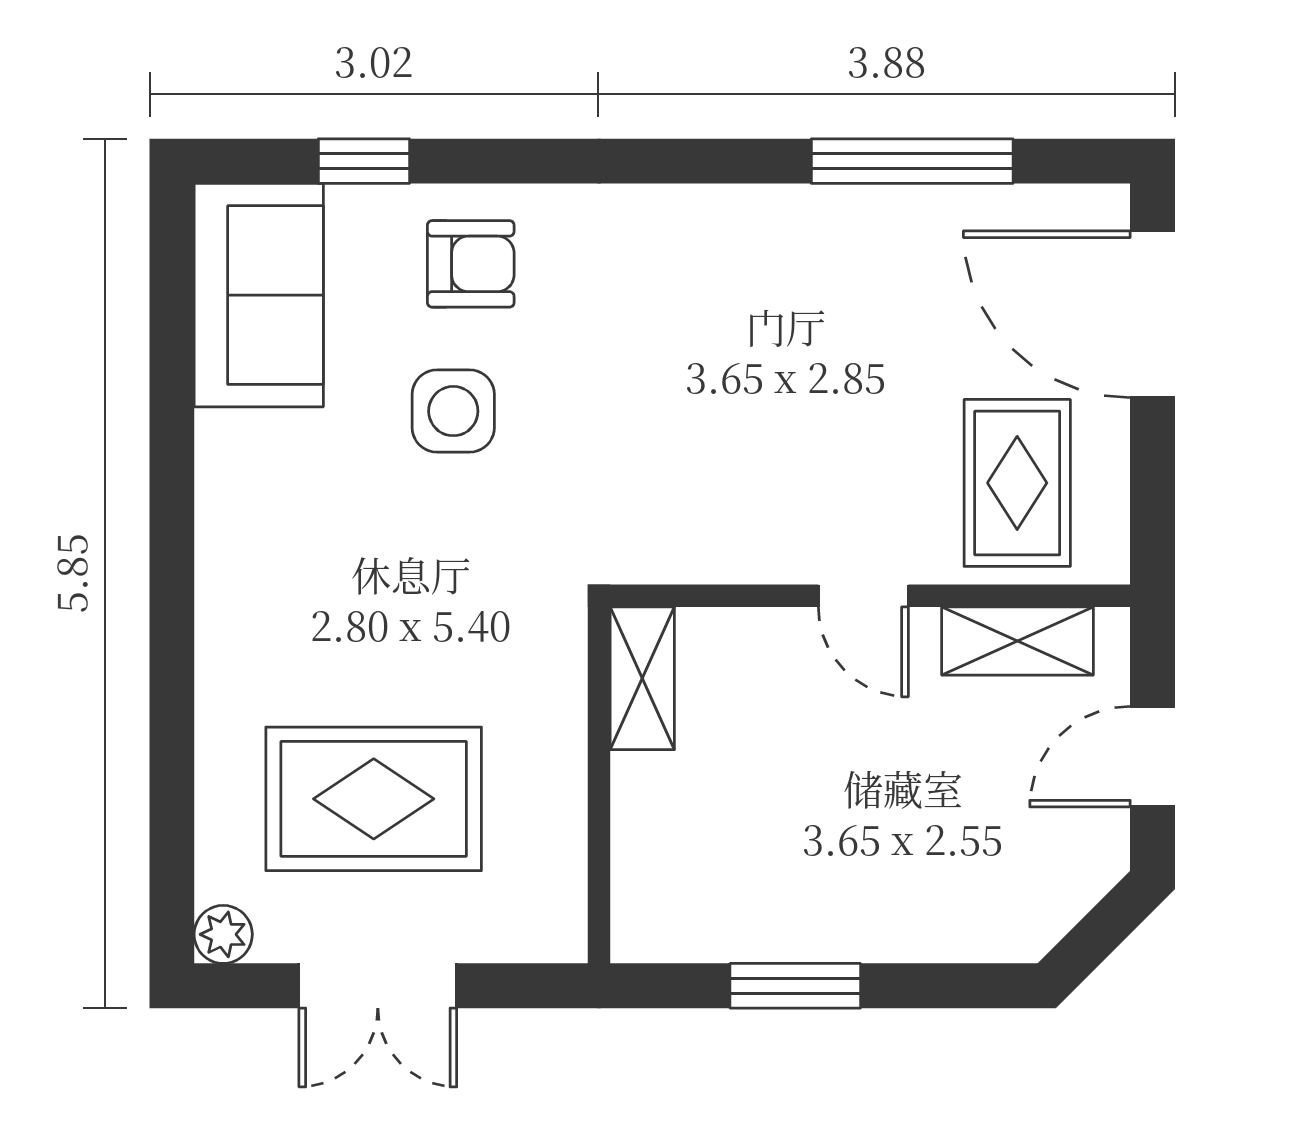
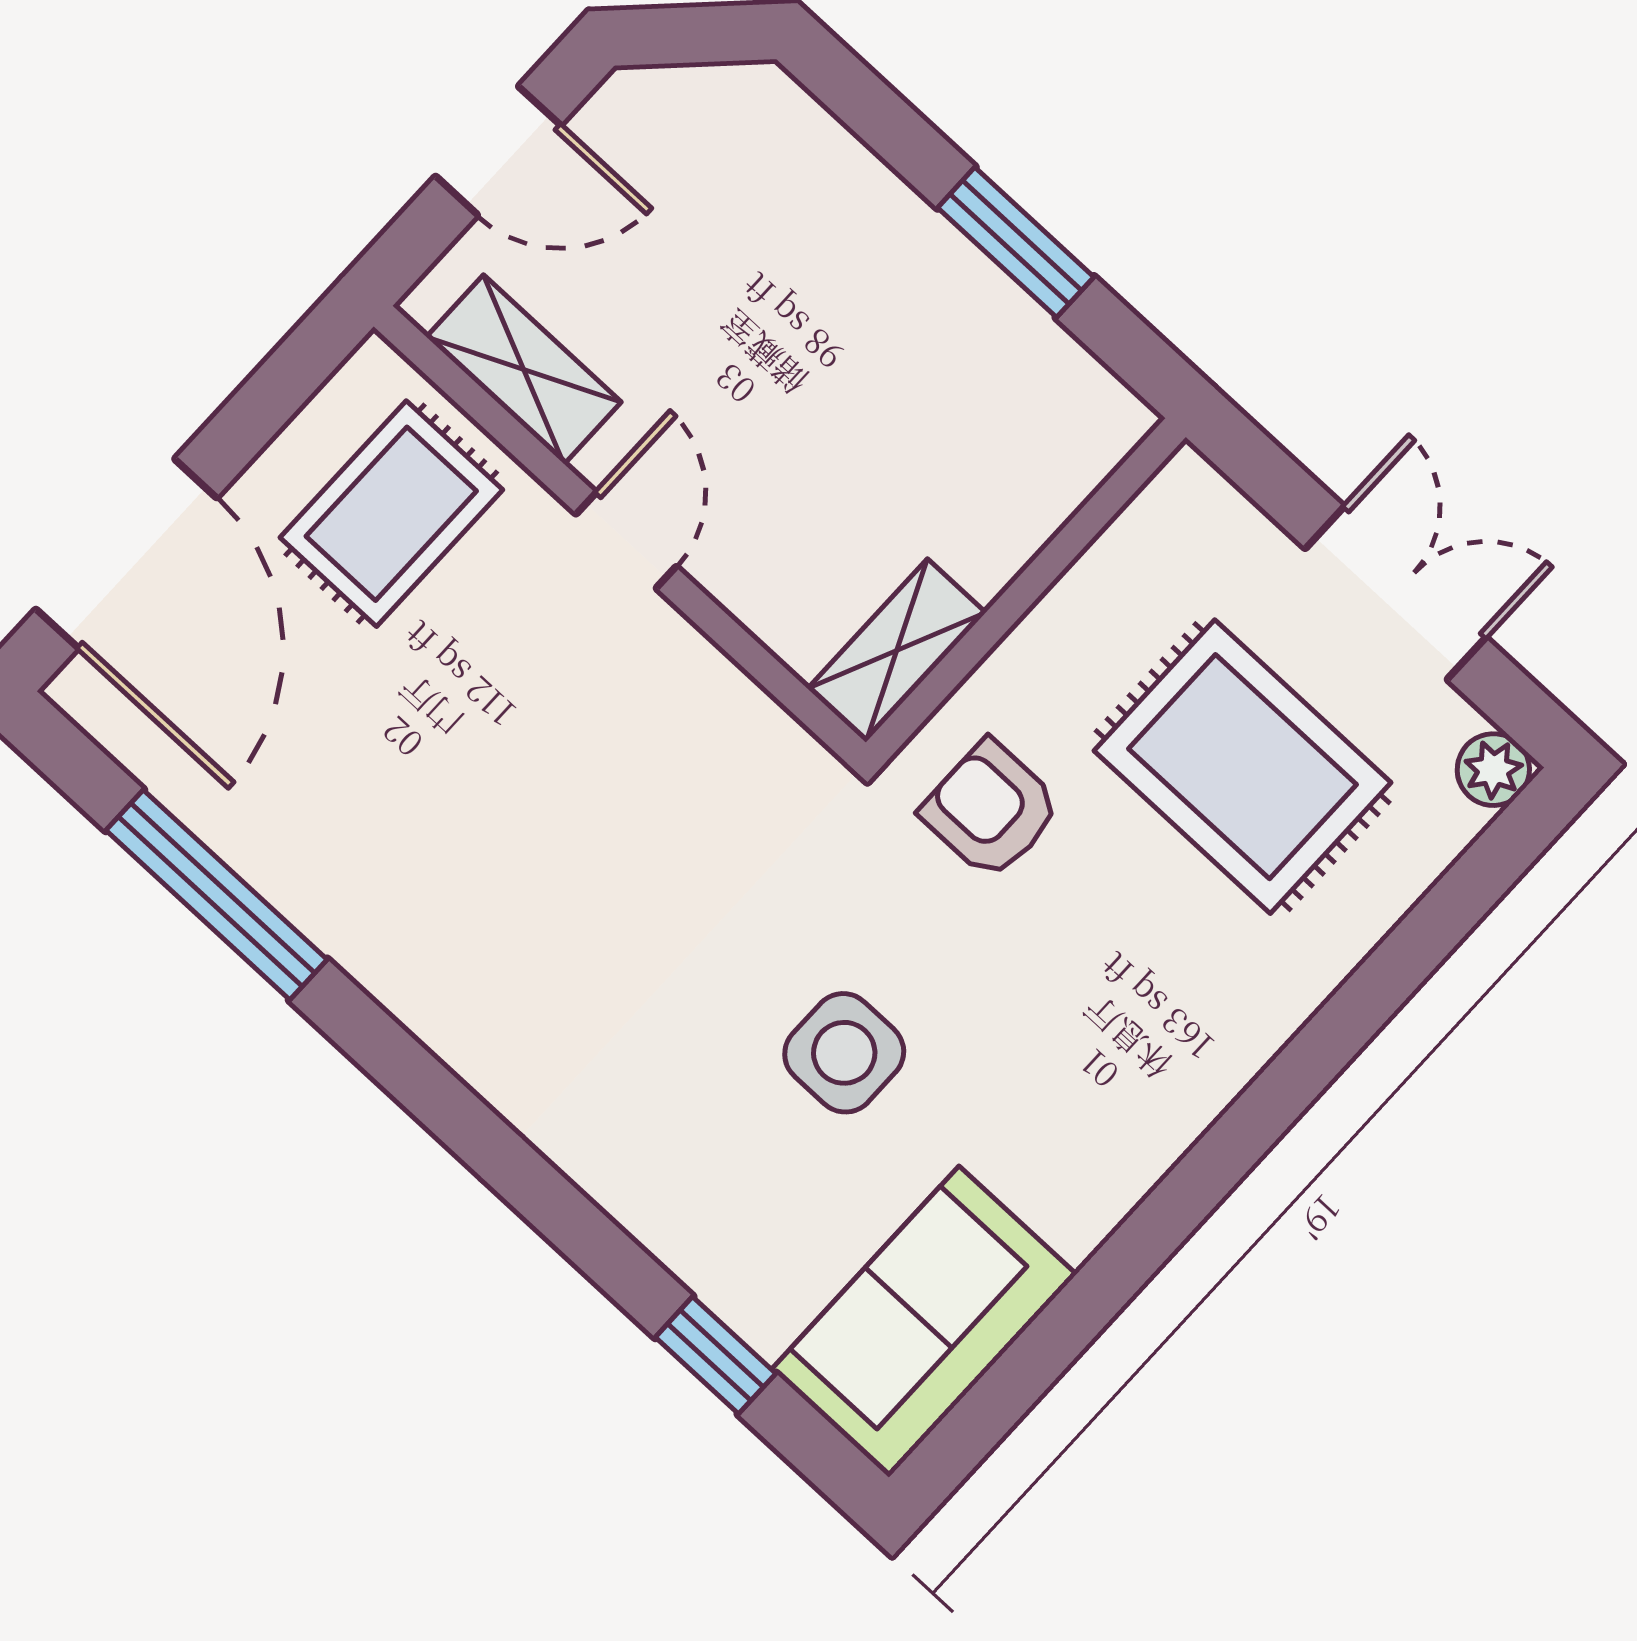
armchair: (471, 264) -> (991, 810), moved

